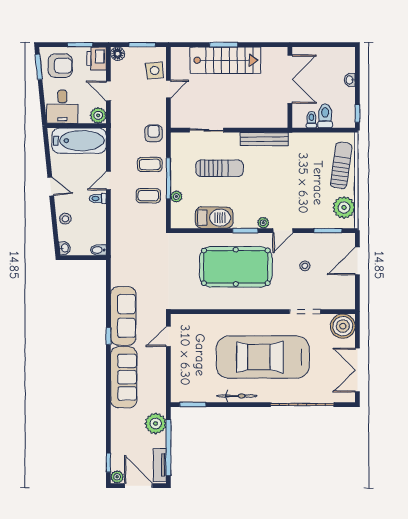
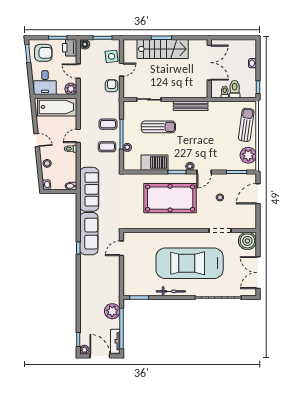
armchair: (154, 133) -> (112, 86), moved
sofa: (124, 377) -> (89, 189), moved

